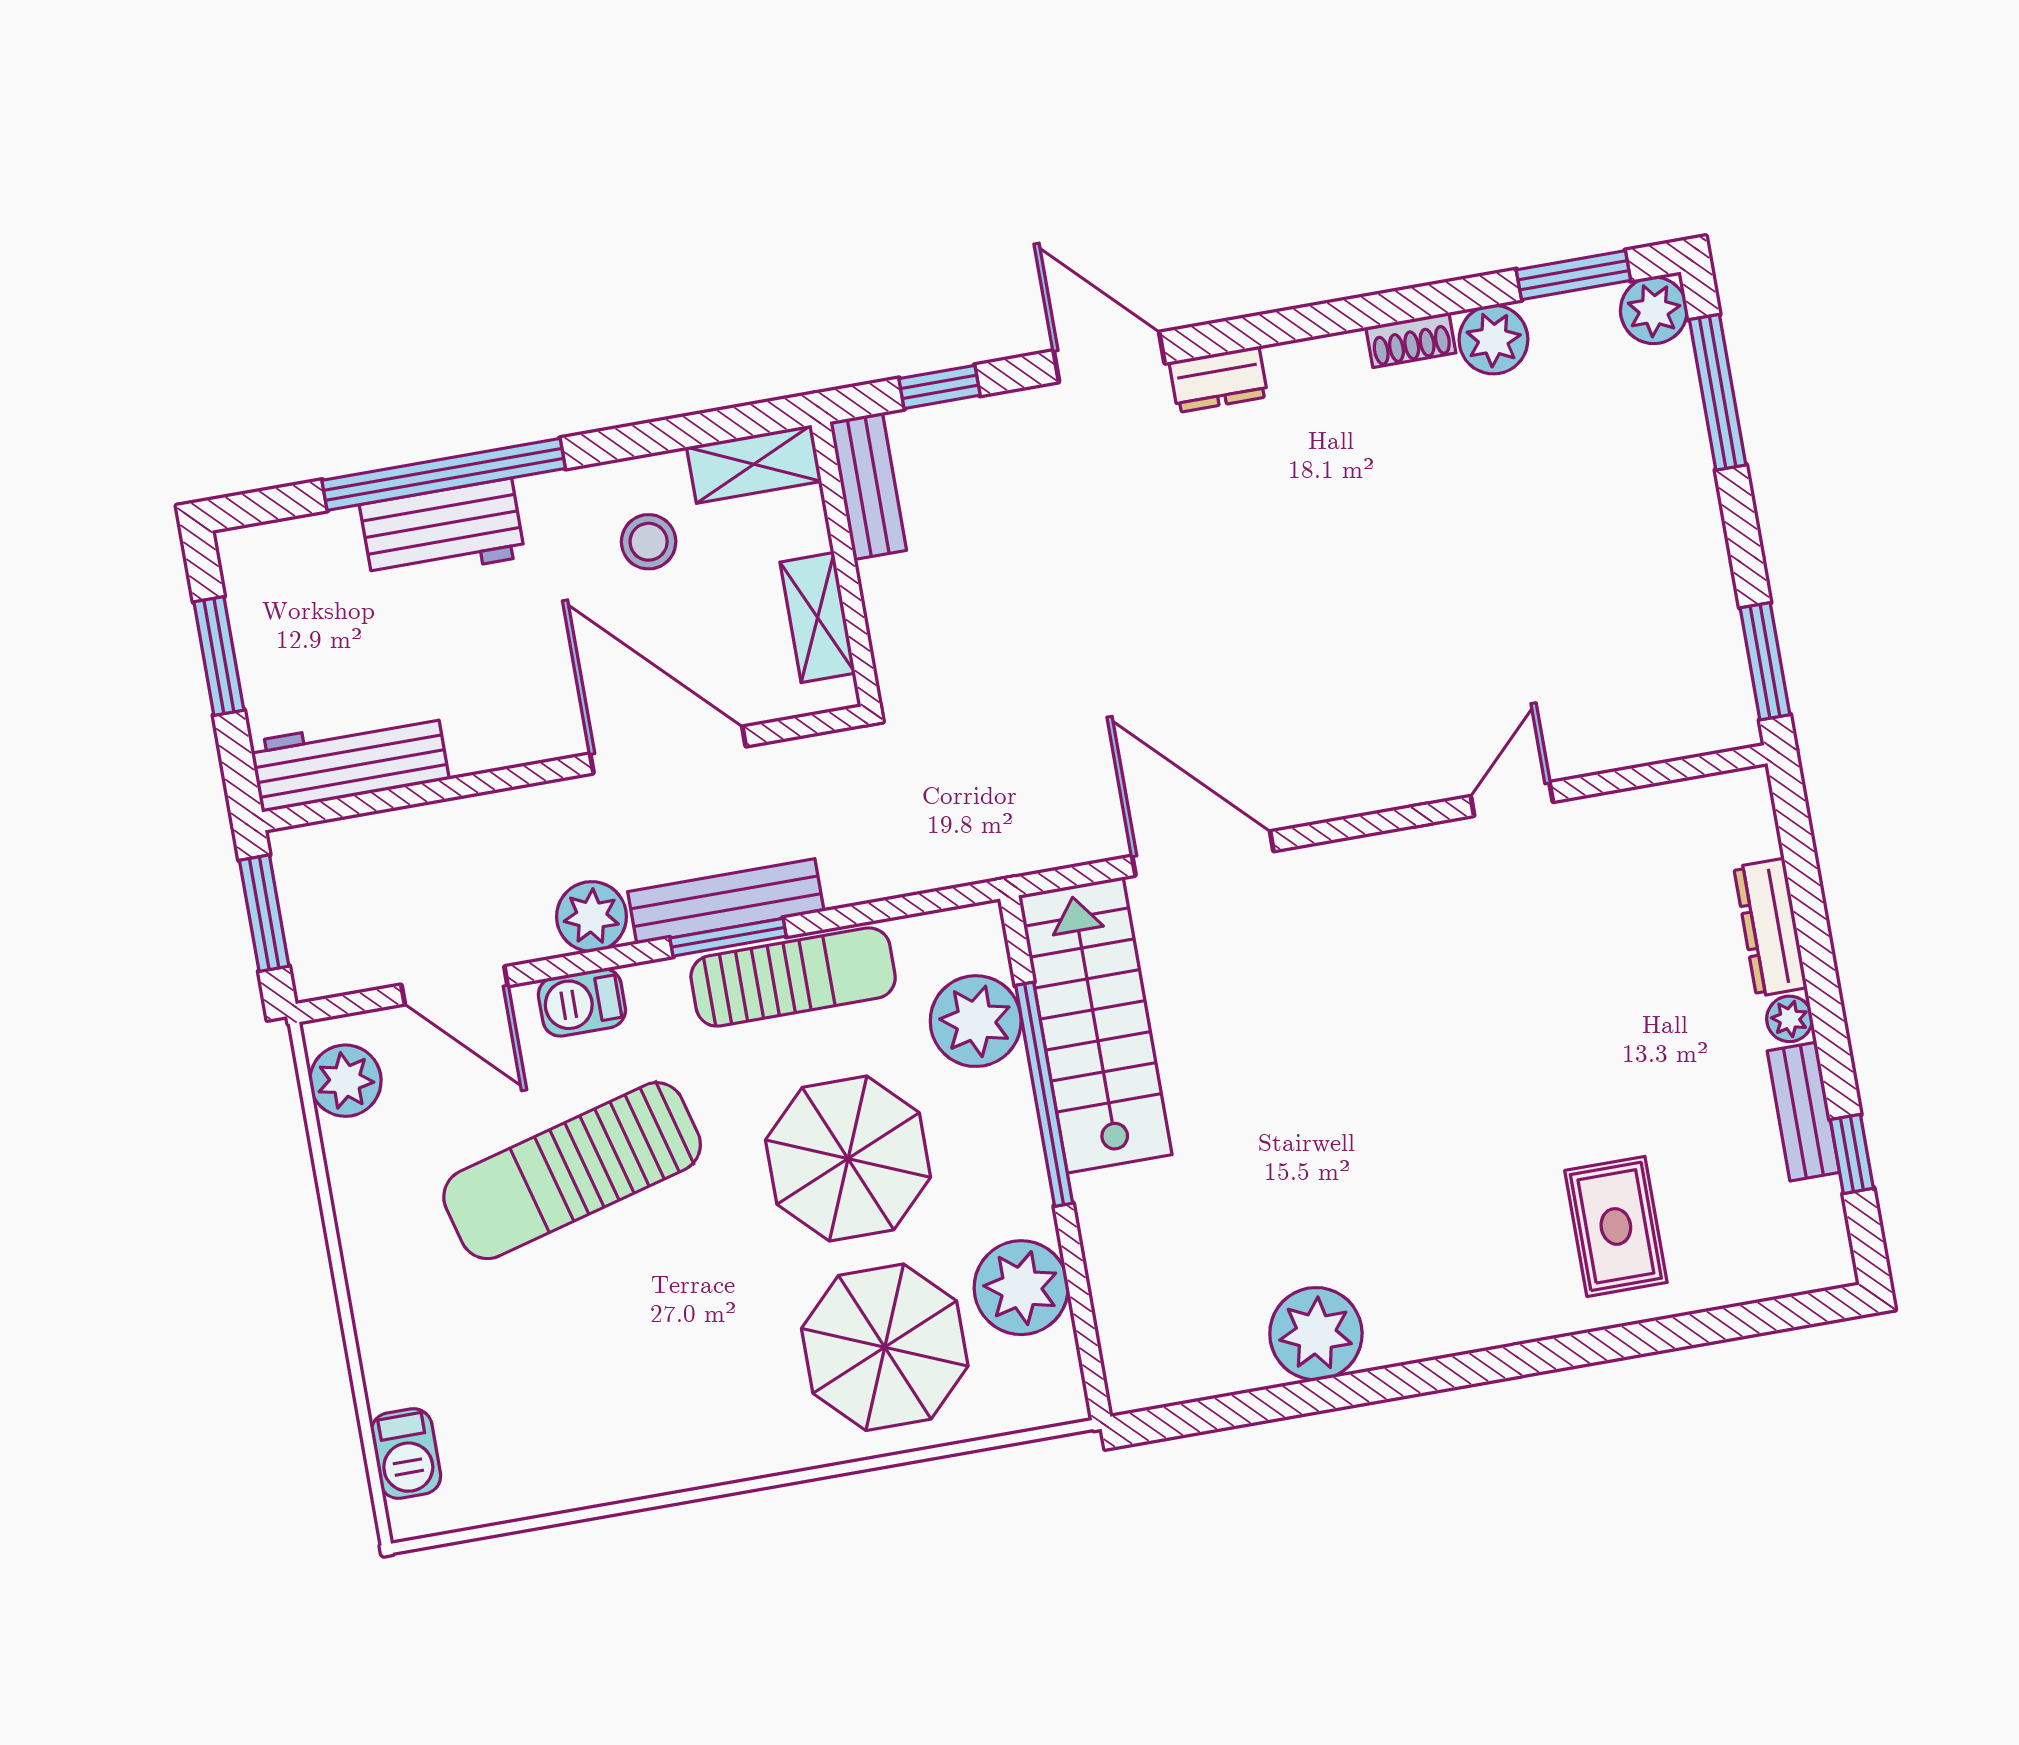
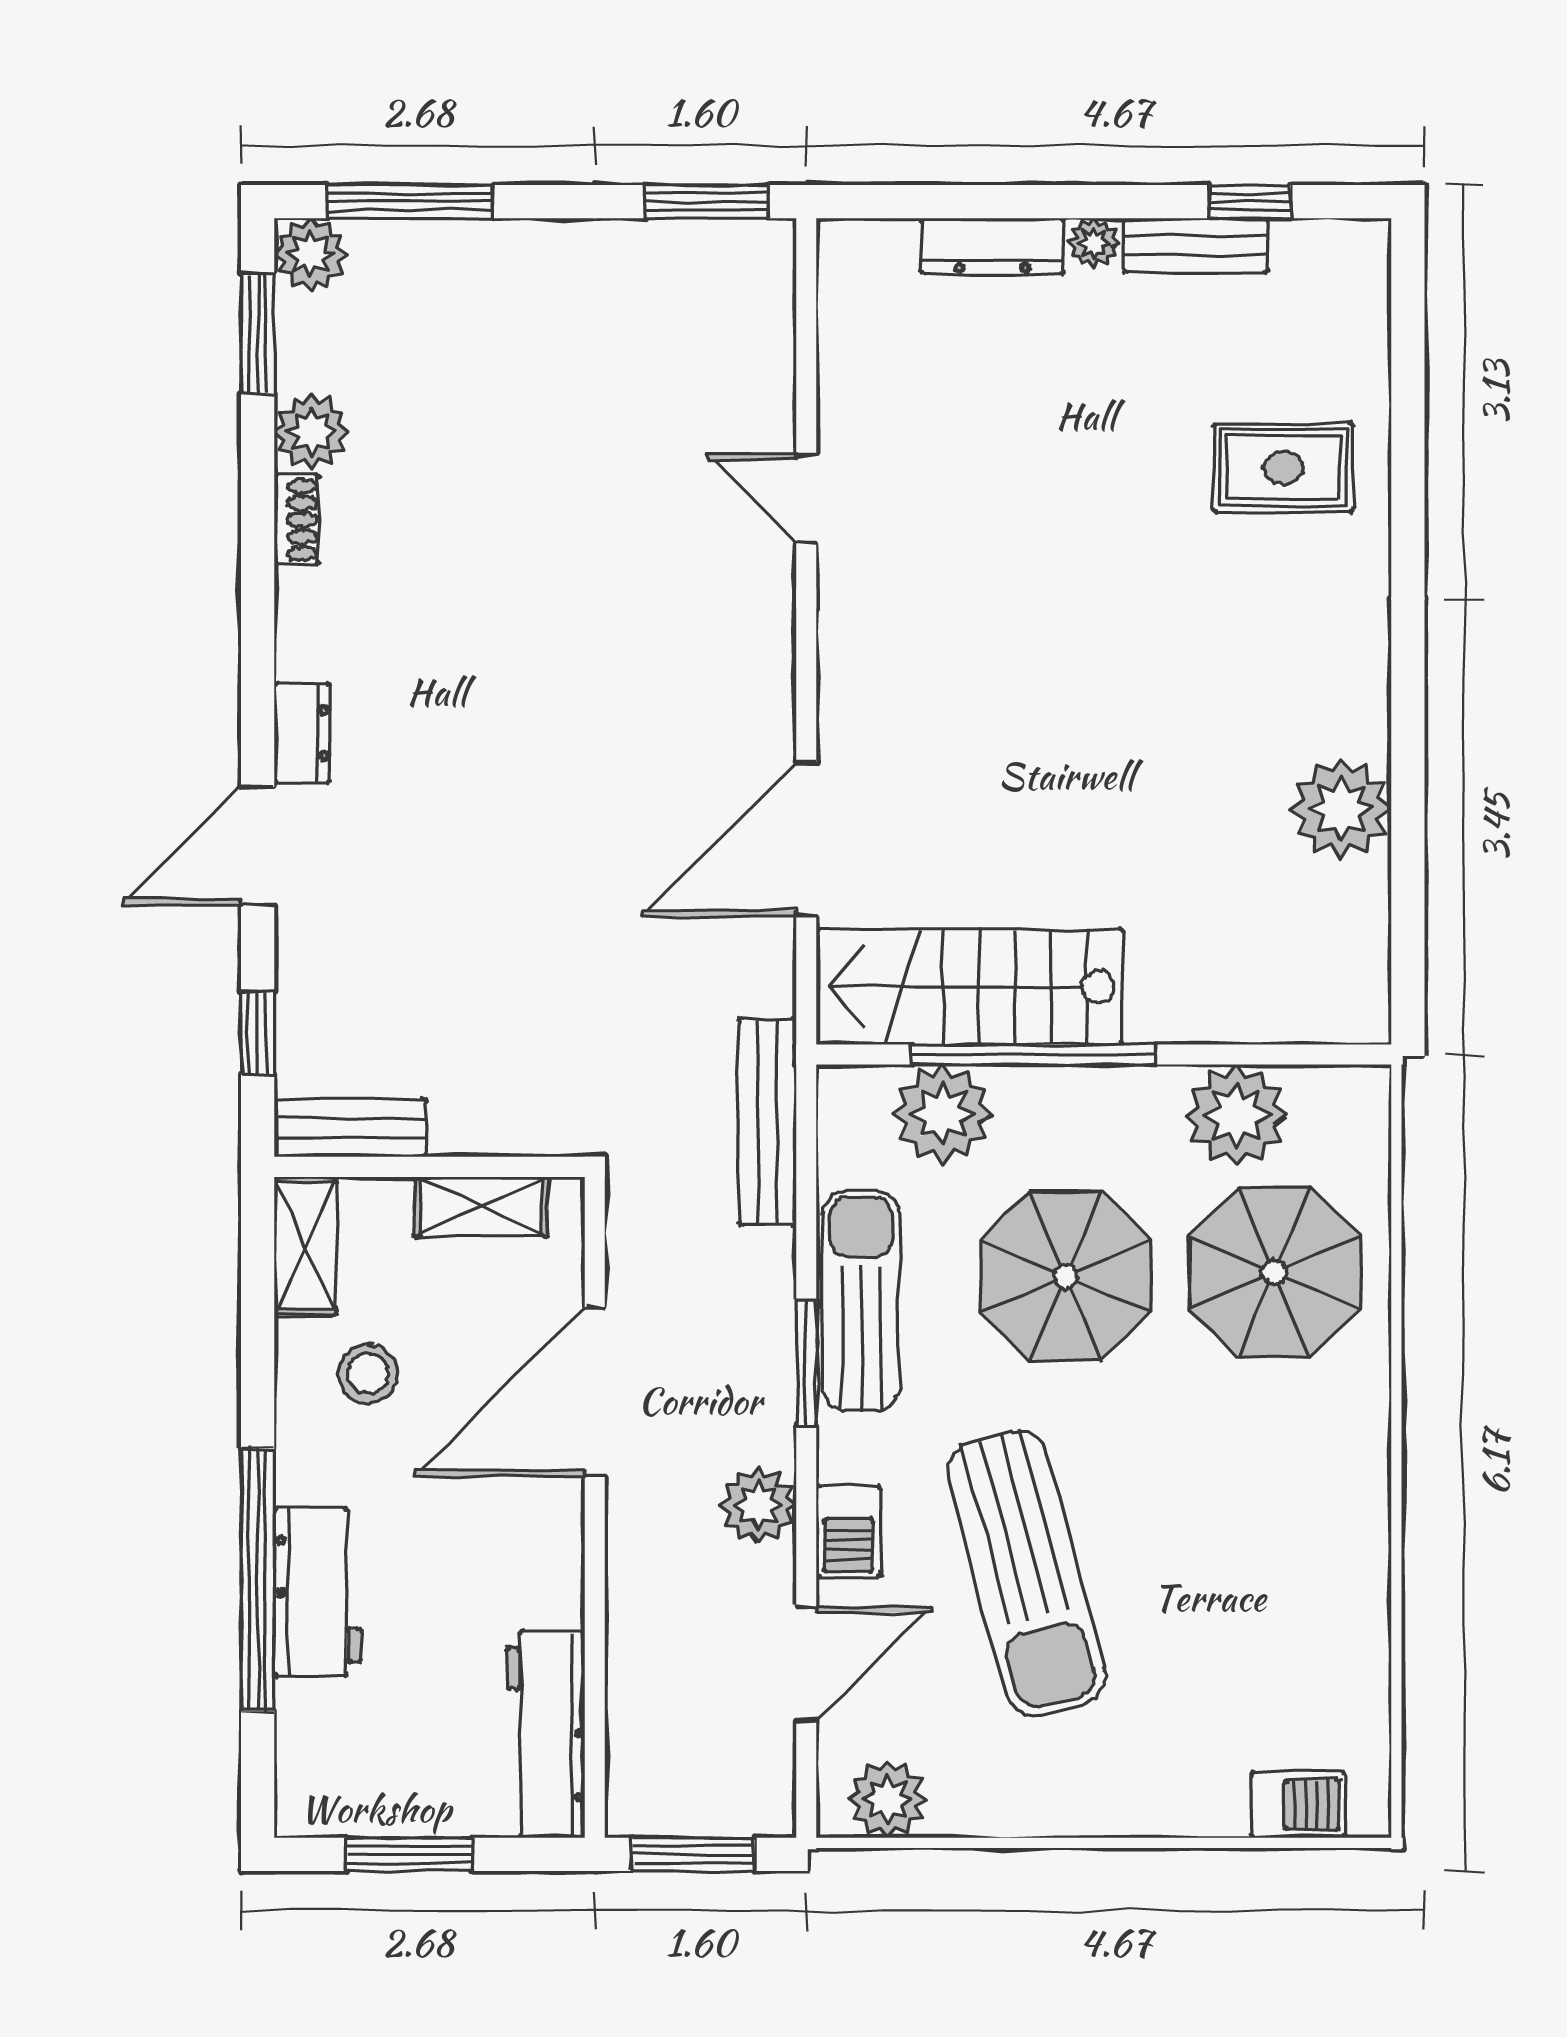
bench: (726, 901) -> (767, 1122), moved

